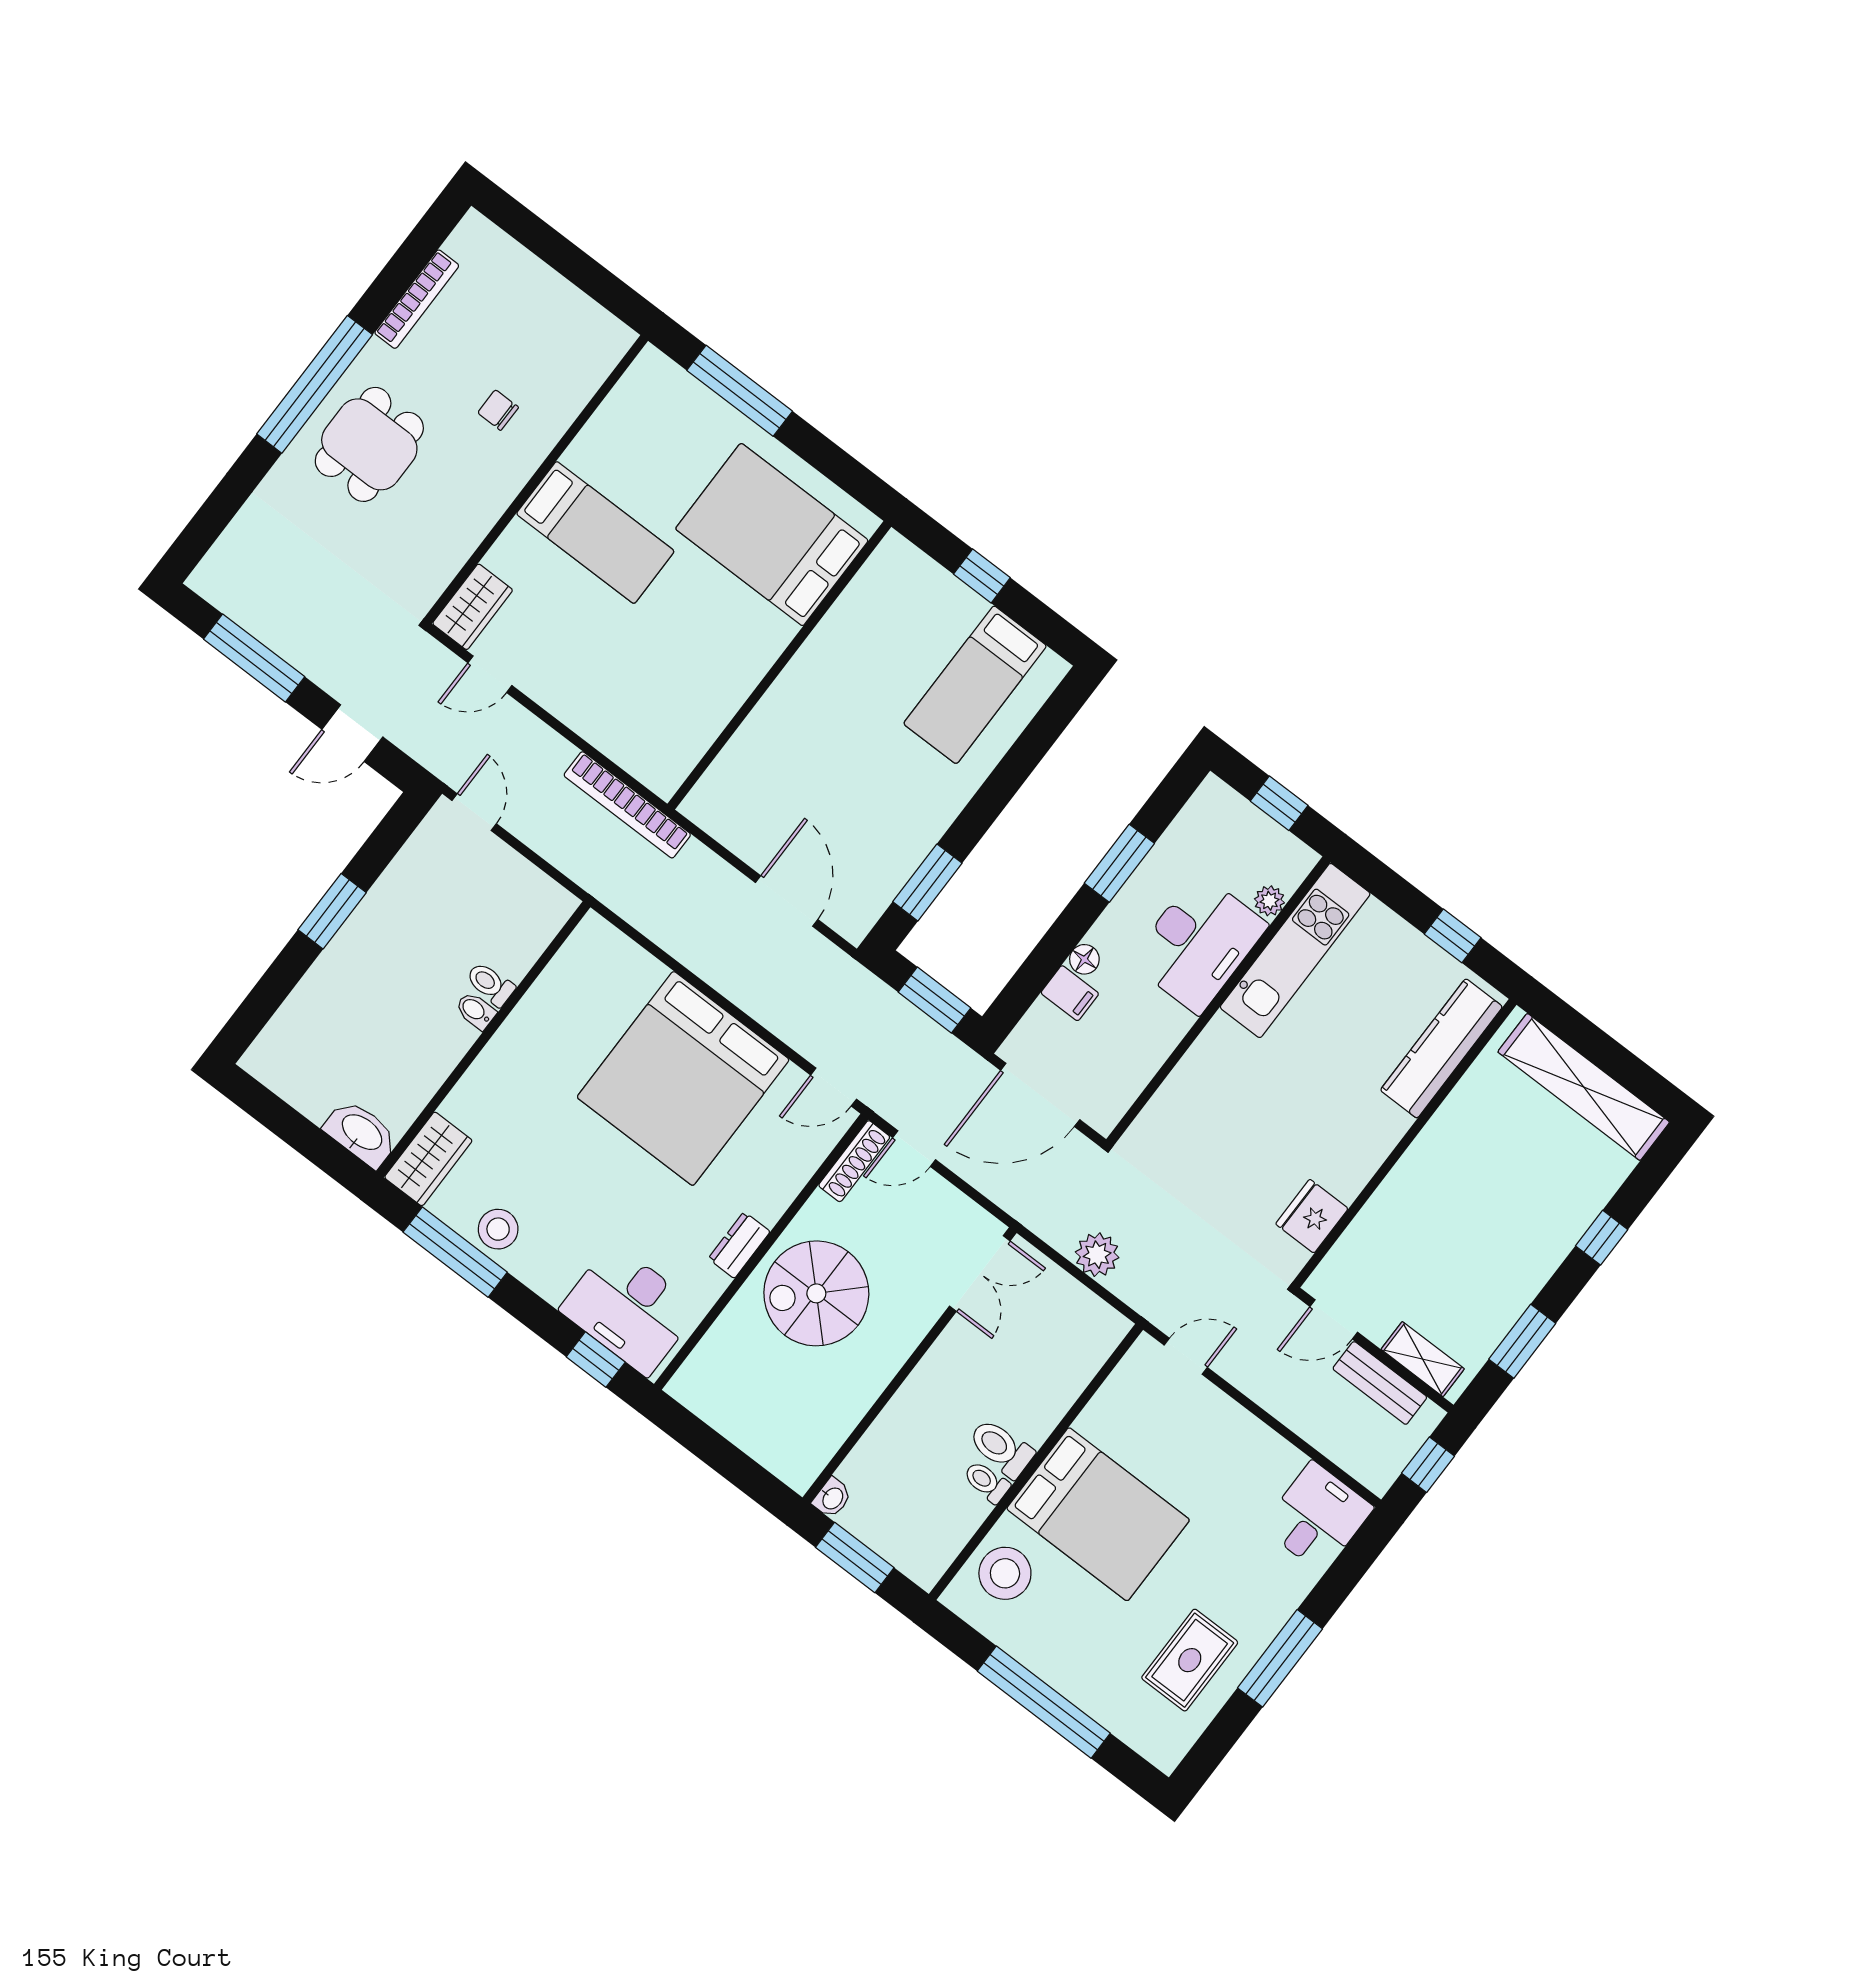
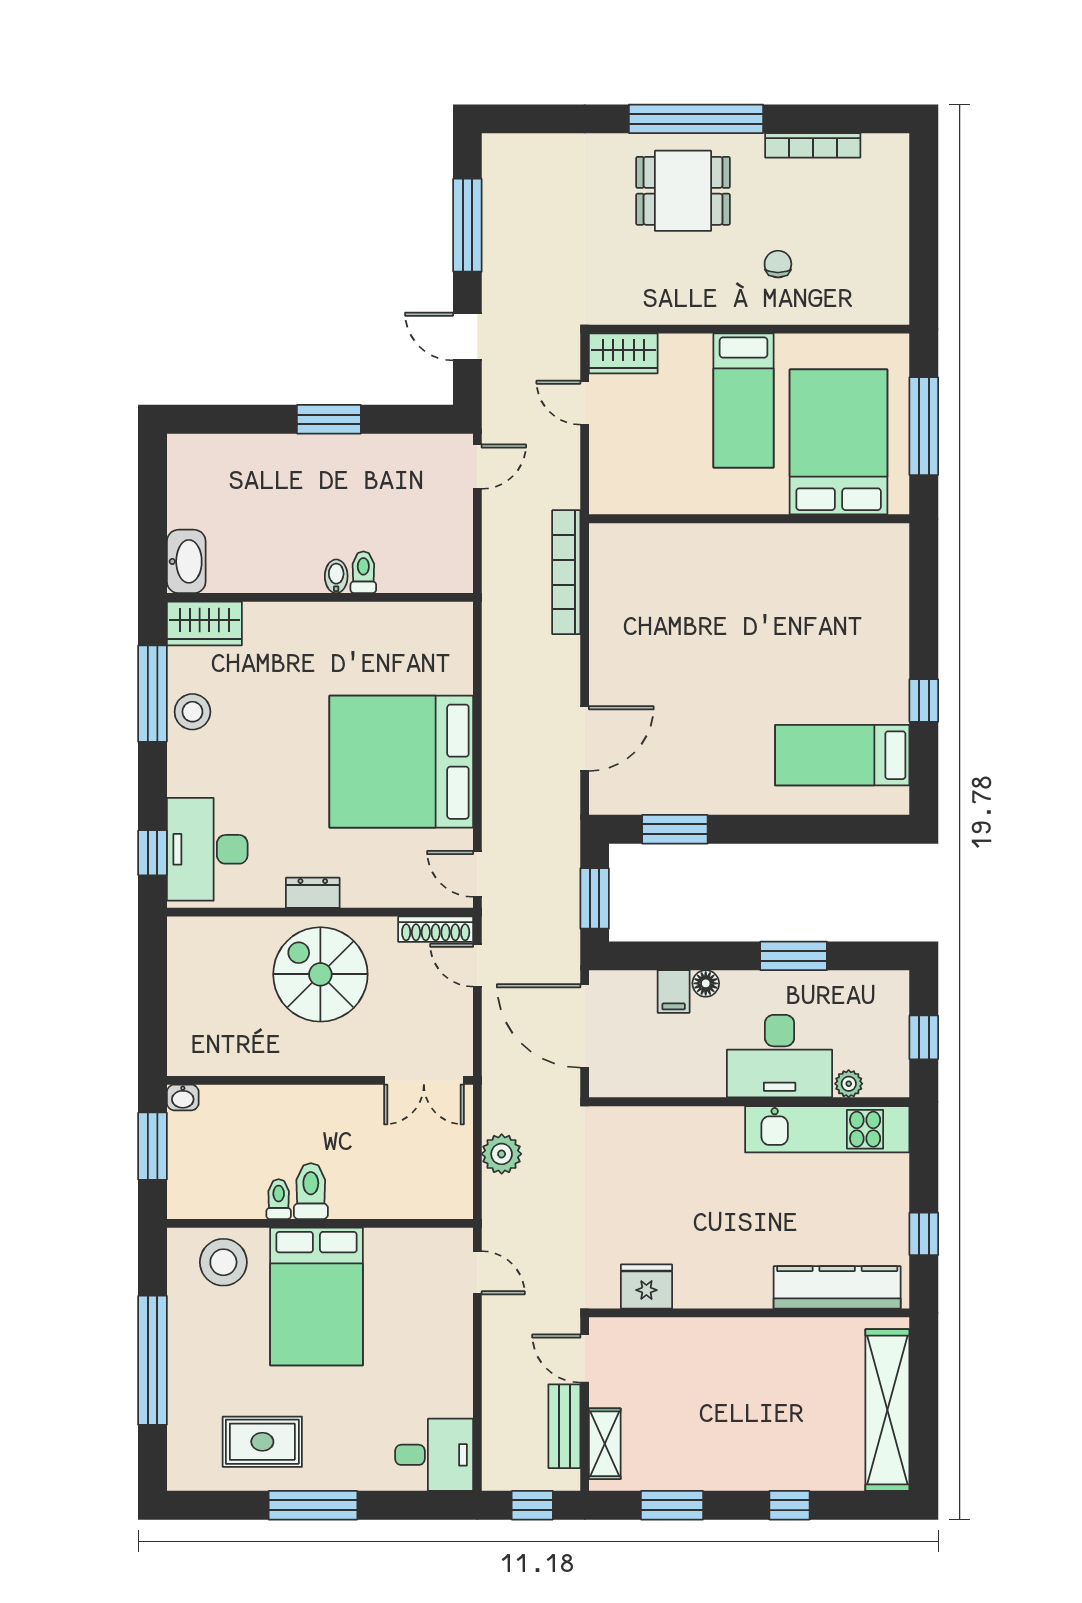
bed: (772, 535) -> (839, 442), moved
wall: (779, 665) -> (749, 519), moved

